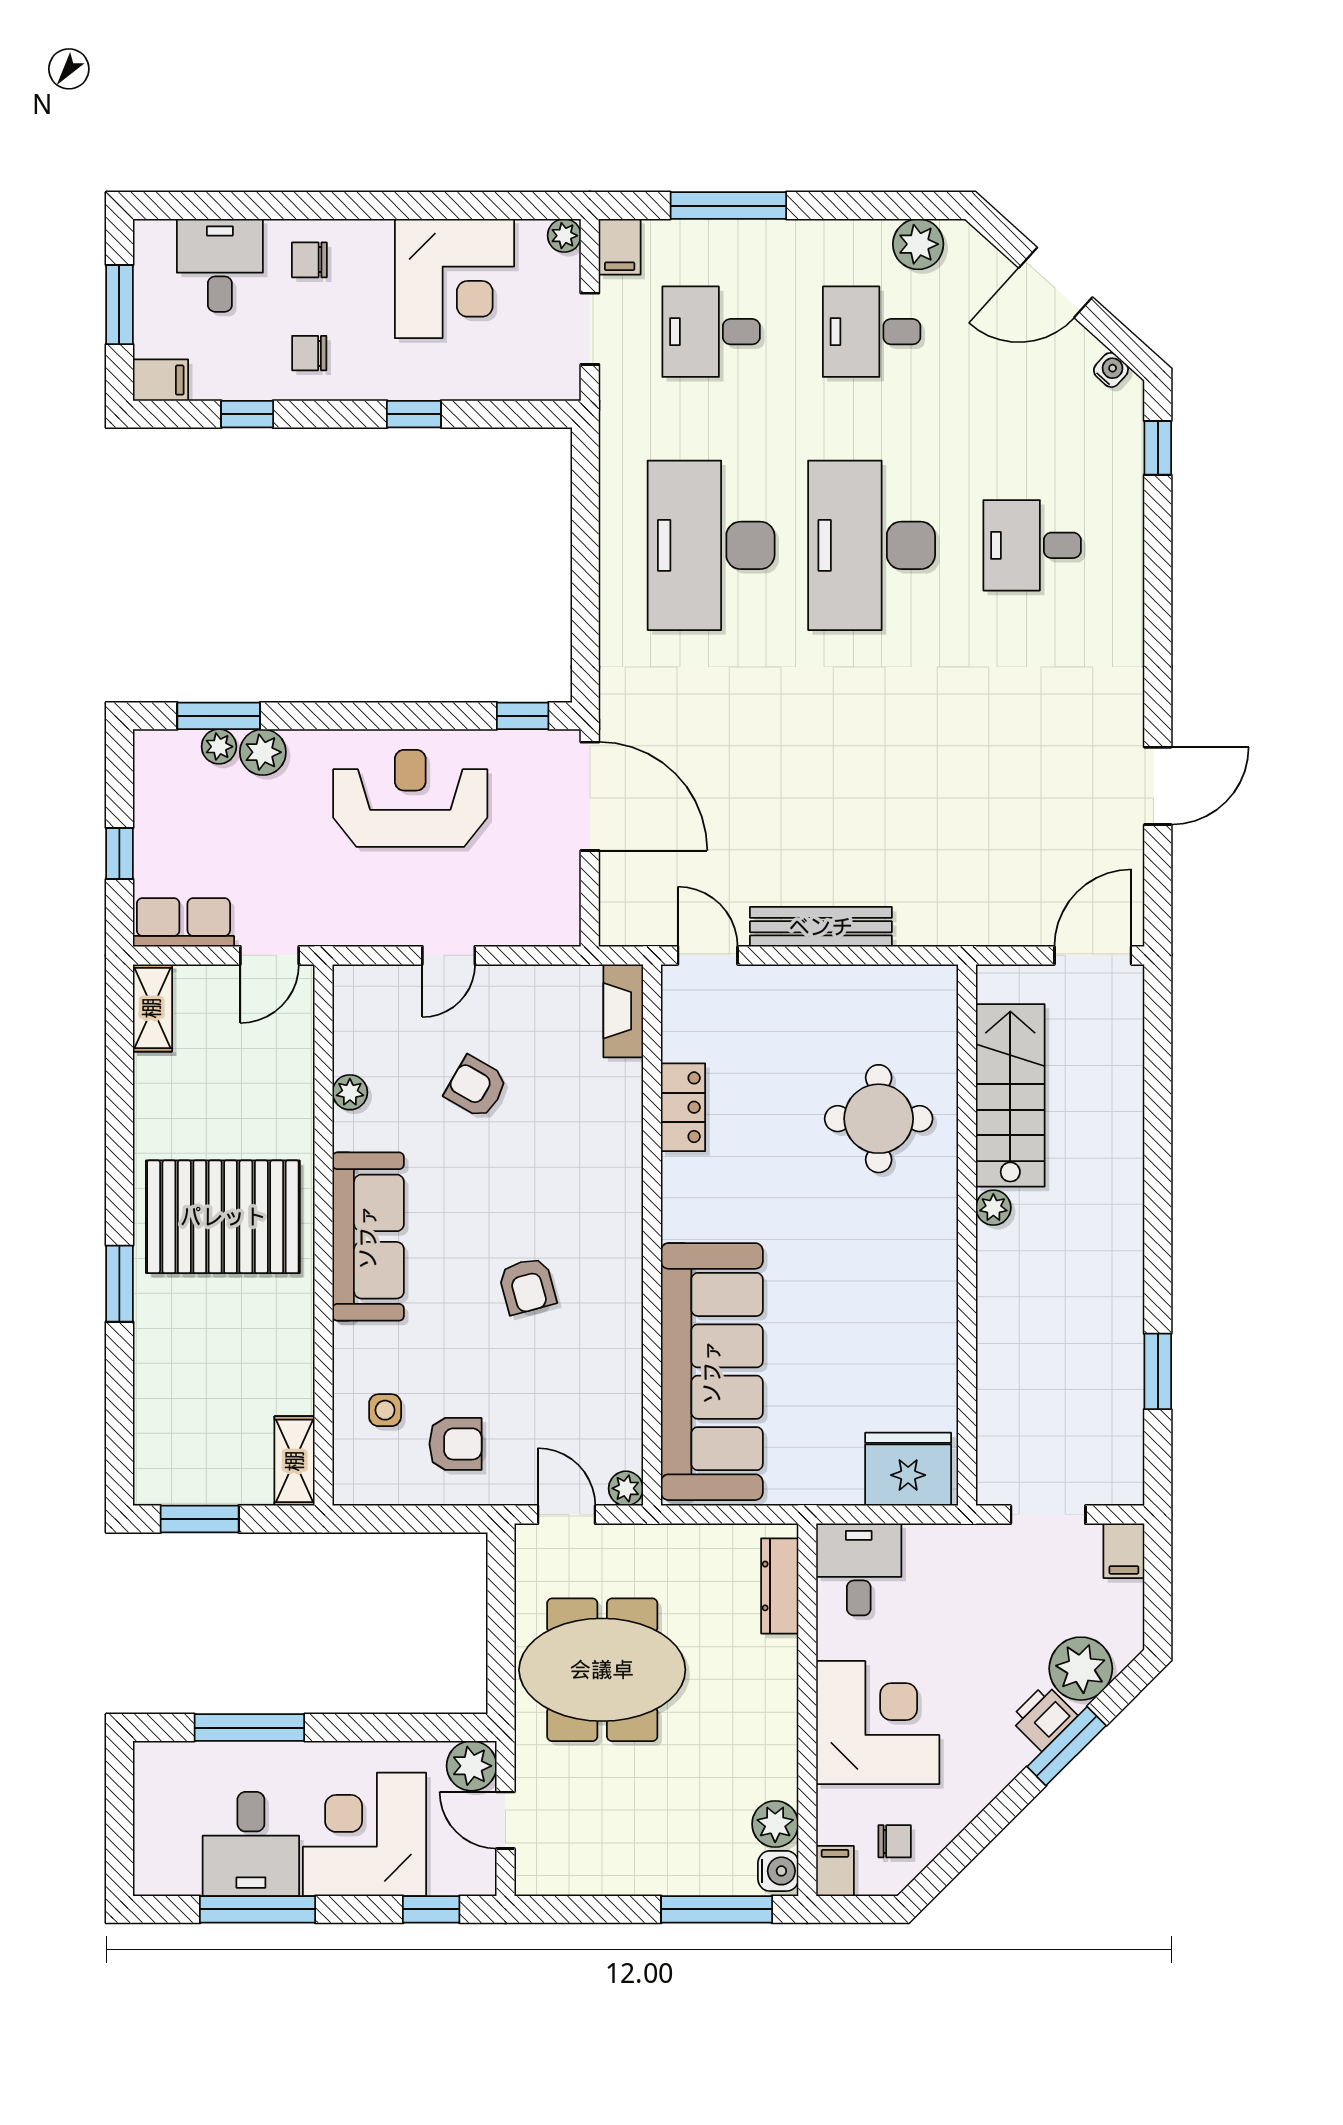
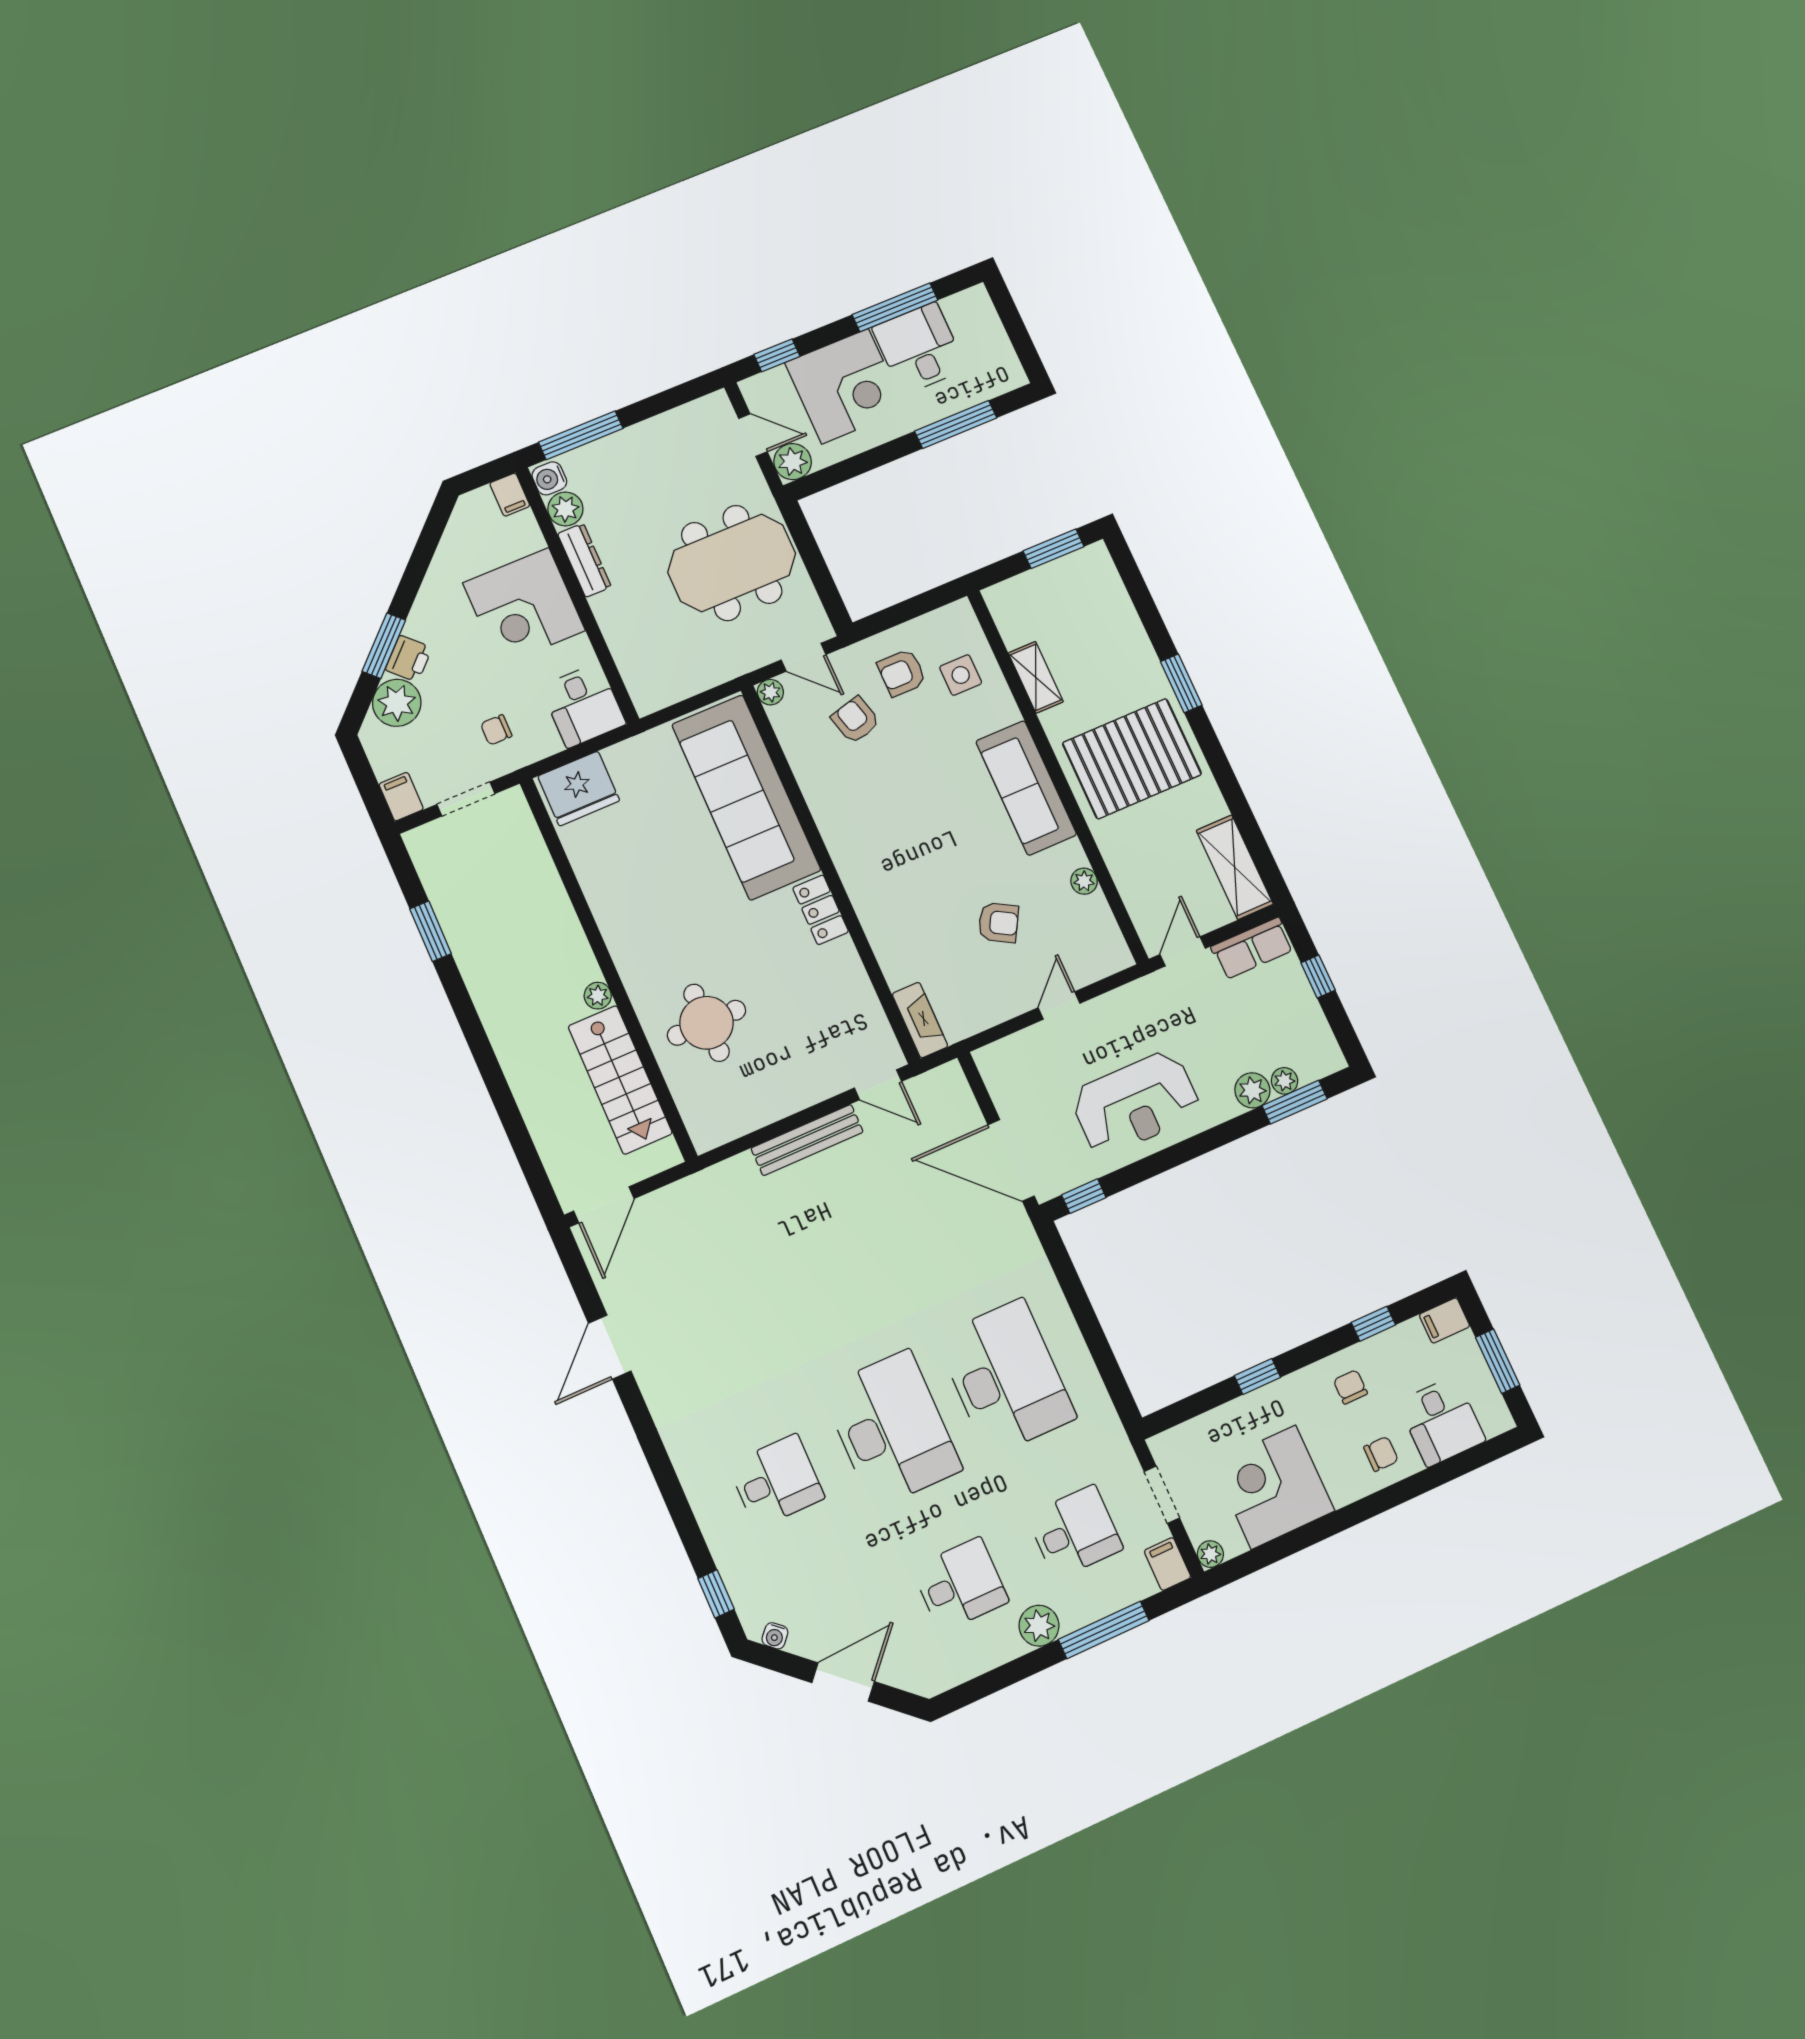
plant: (918, 244) -> (1039, 1626), moved
chair: (309, 353) -> (1350, 1387), turned -90
shelving: (152, 1008) -> (1235, 867), width x1.50, depth x1.33
locker: (683, 1107) -> (821, 910), moved
armchair: (527, 1286) -> (856, 720), moved
side table: (385, 1410) -> (961, 675), width x1.37, depth x1.37
shelving: (295, 1461) -> (1036, 677), moved
dresser: (780, 1586) -> (584, 560), moved
chair: (895, 1841) -> (496, 730), moved

